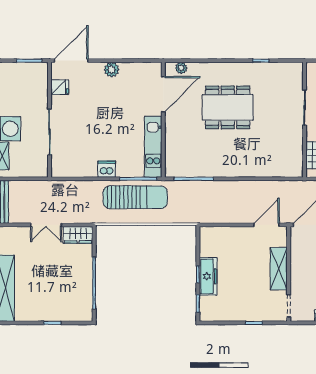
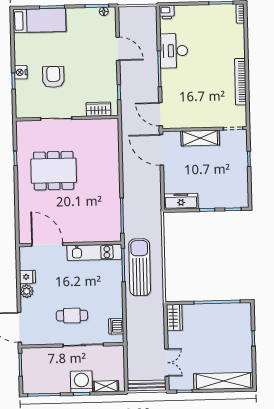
plant: (181, 68) -> (24, 229), removed
fridge: (60, 87) -> (27, 277), moved, turned 90
dining table: (228, 107) -> (54, 171), moved, turned 90
cafe table: (83, 120) -> (72, 316), added
dishwasher: (107, 169) -> (116, 326), moved
double door: (46, 225) -> (167, 363), moved
door: (266, 225) -> (161, 150), width x1.36
freezer: (208, 276) -> (181, 201), moved

